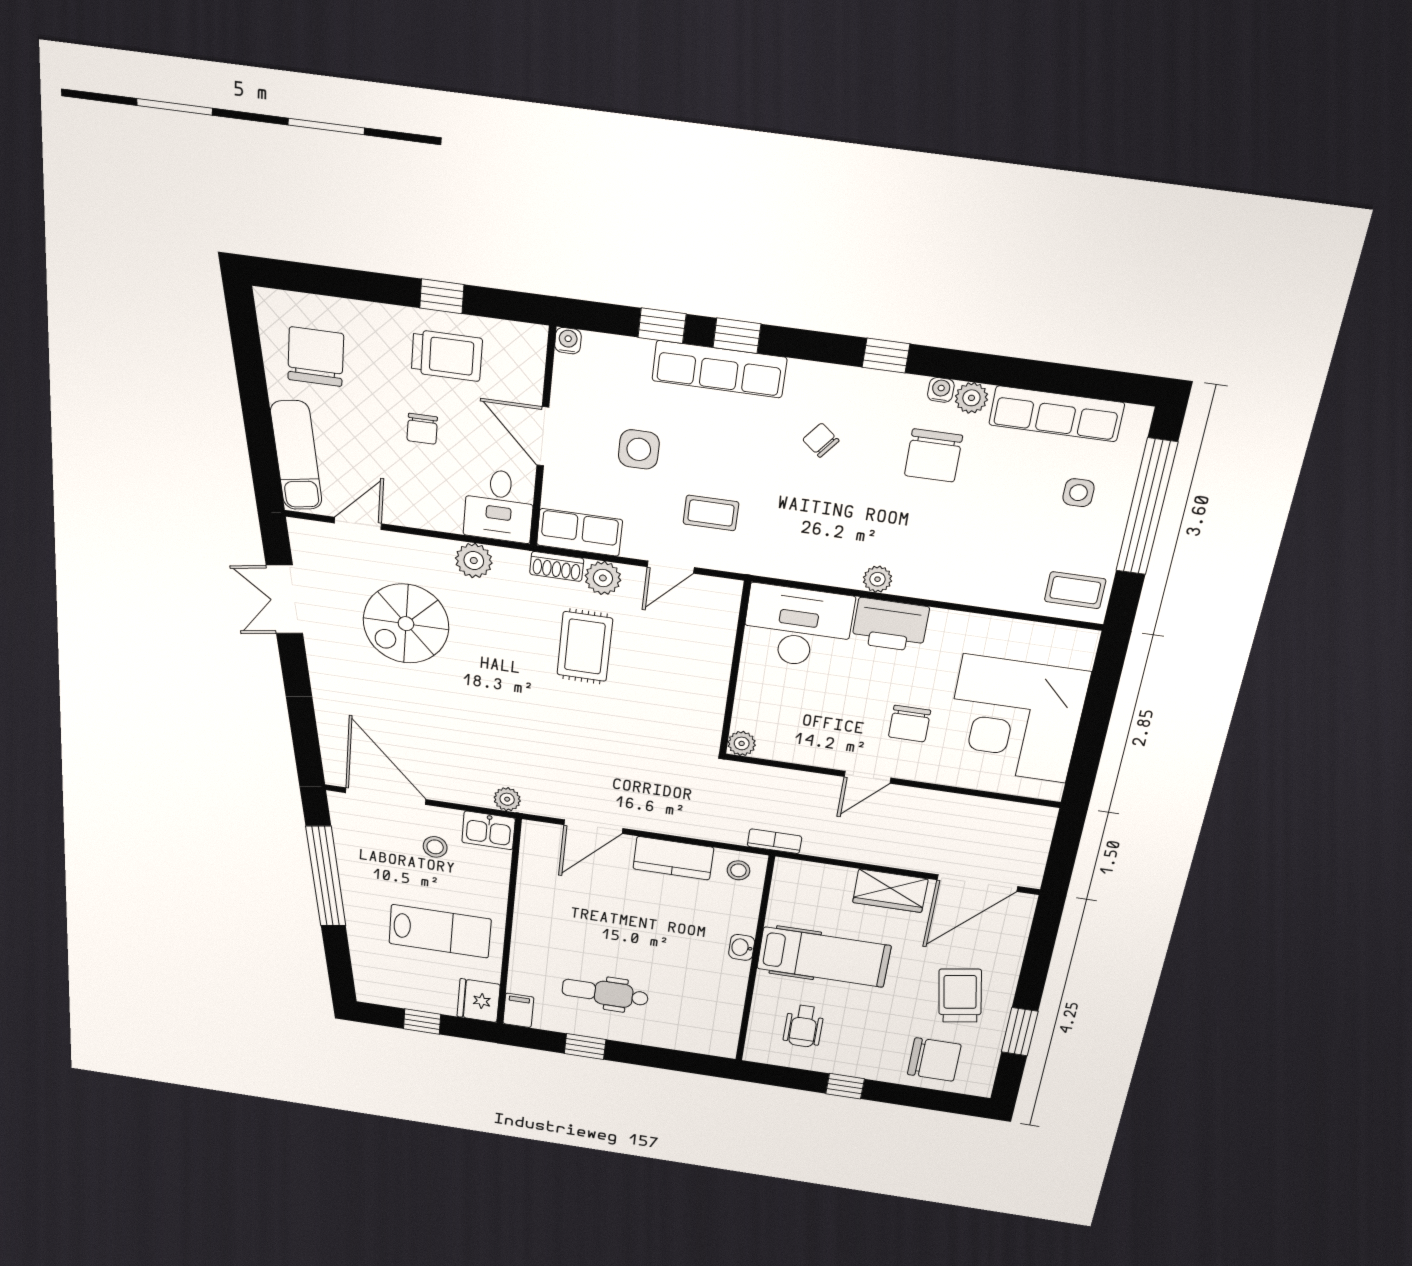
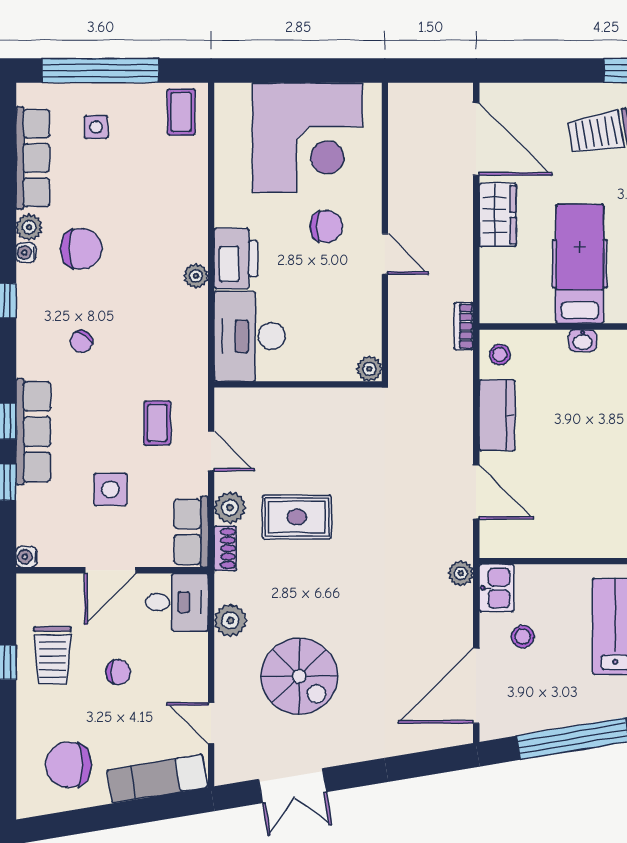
trolley: (447, 356) -> (53, 655), turned 180

